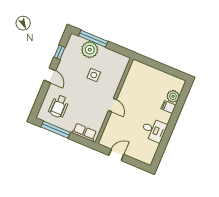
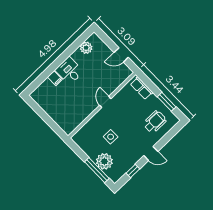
door: (50, 75) -> (151, 154), swing flipped
plant: (173, 96) -> (86, 48), moved
window: (56, 130) -> (167, 102), width x0.69
desk: (154, 130) -> (69, 71), moved

